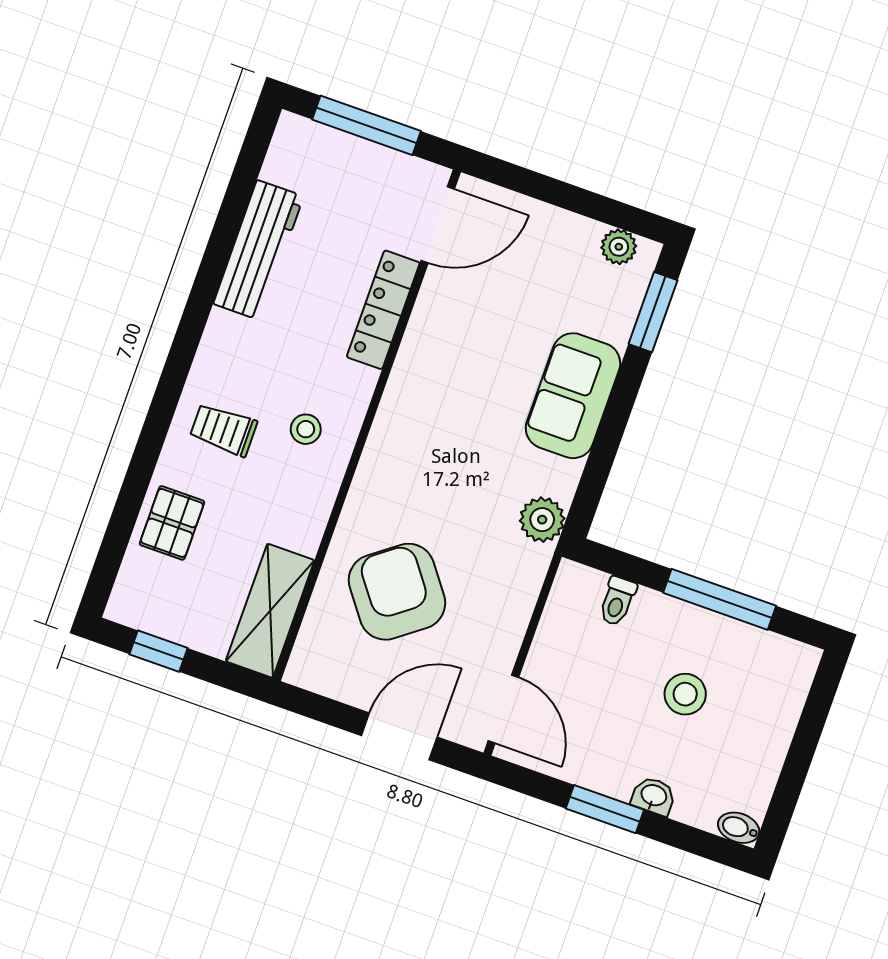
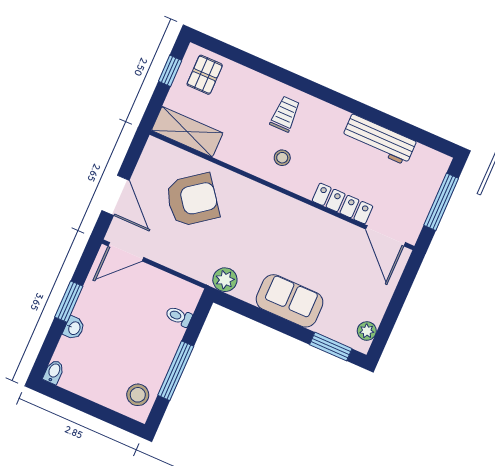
pallet: (172, 523) -> (205, 75), moved, turned 90
stool: (685, 694) -> (138, 395), moved

